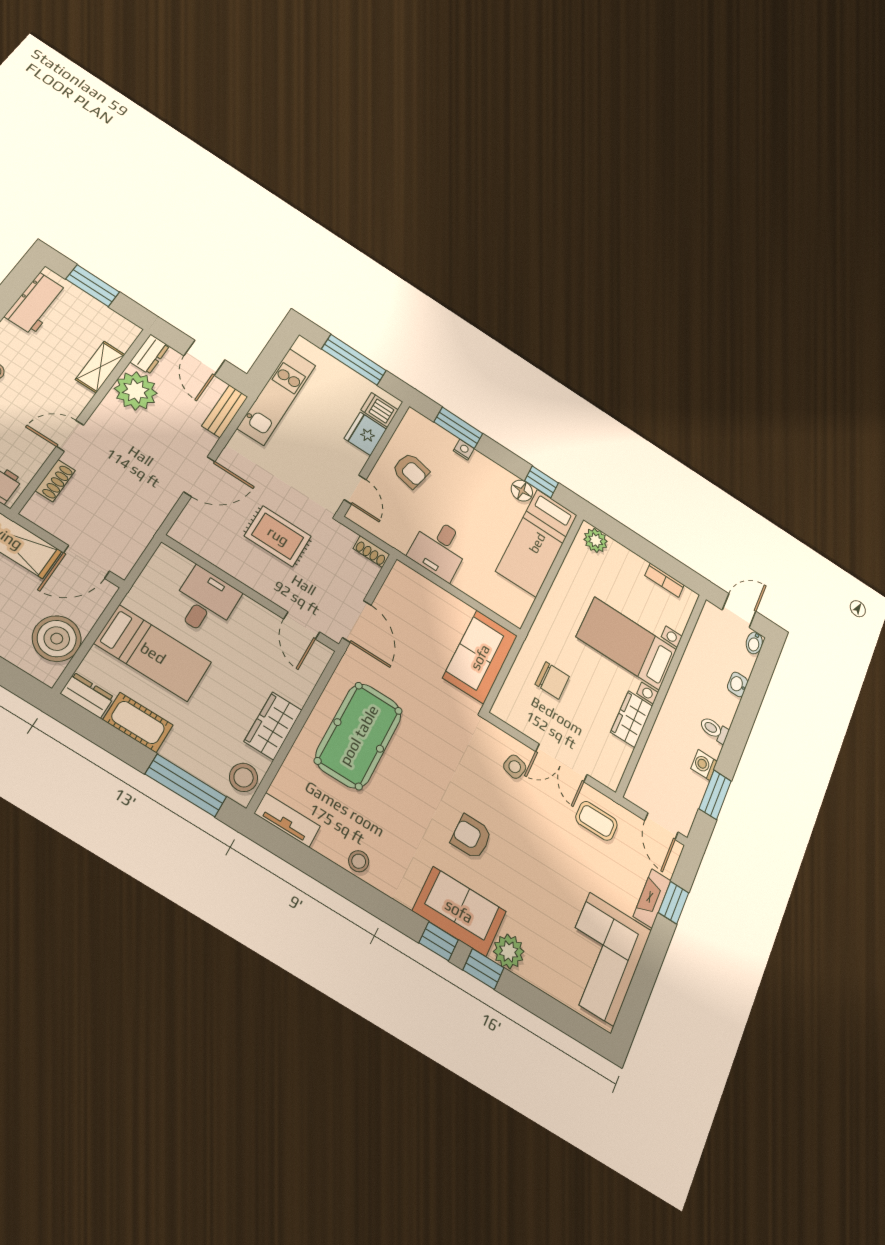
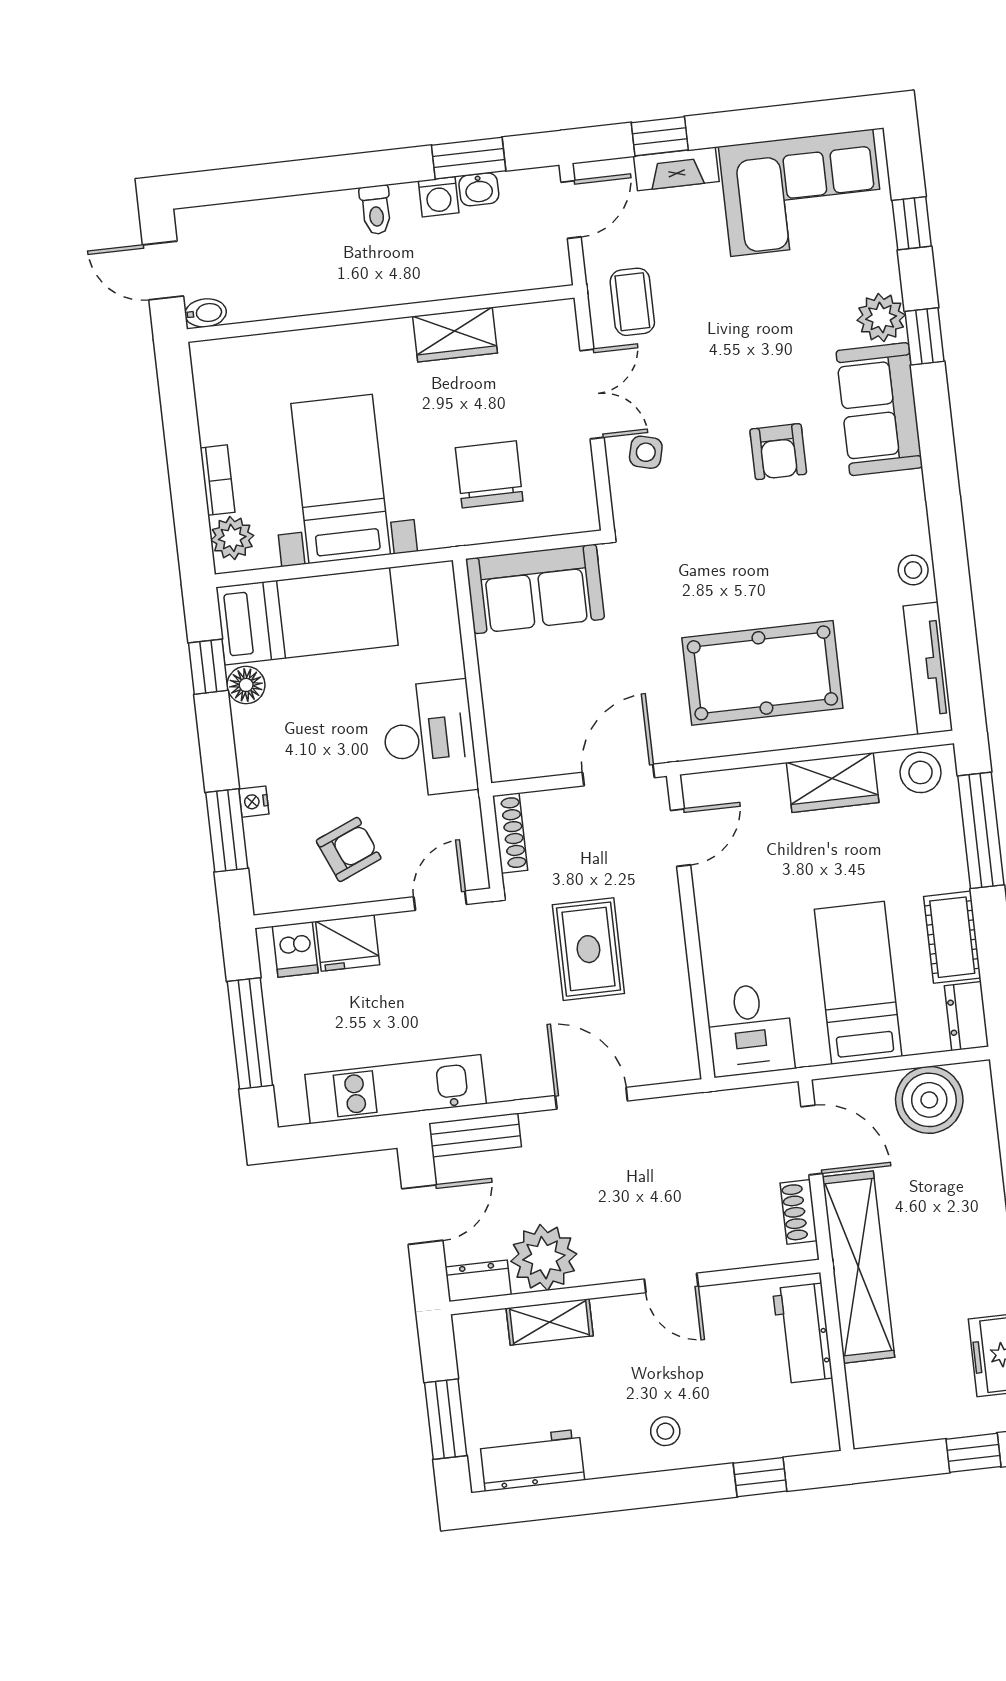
armchair: (411, 471) -> (349, 849), turned 54
shoe rack: (55, 481) -> (799, 1212), moved, turned -90
desk: (439, 549) -> (429, 739), width x1.37
shoe rack: (371, 551) -> (510, 833), width x1.43
bookcase: (664, 580) -> (217, 480), moved
desk: (205, 602) -> (750, 1030), moved, turned -90
bed with nightstands: (627, 643) -> (341, 479), moved, turned 180
bidet: (754, 643) -> (206, 313), moved
chair: (552, 680) -> (489, 474), width x1.37, depth x1.37
washbasin: (738, 684) -> (479, 189), moved
tv unit: (287, 820) -> (928, 668), width x1.41
window: (439, 941) -> (912, 223), moved

